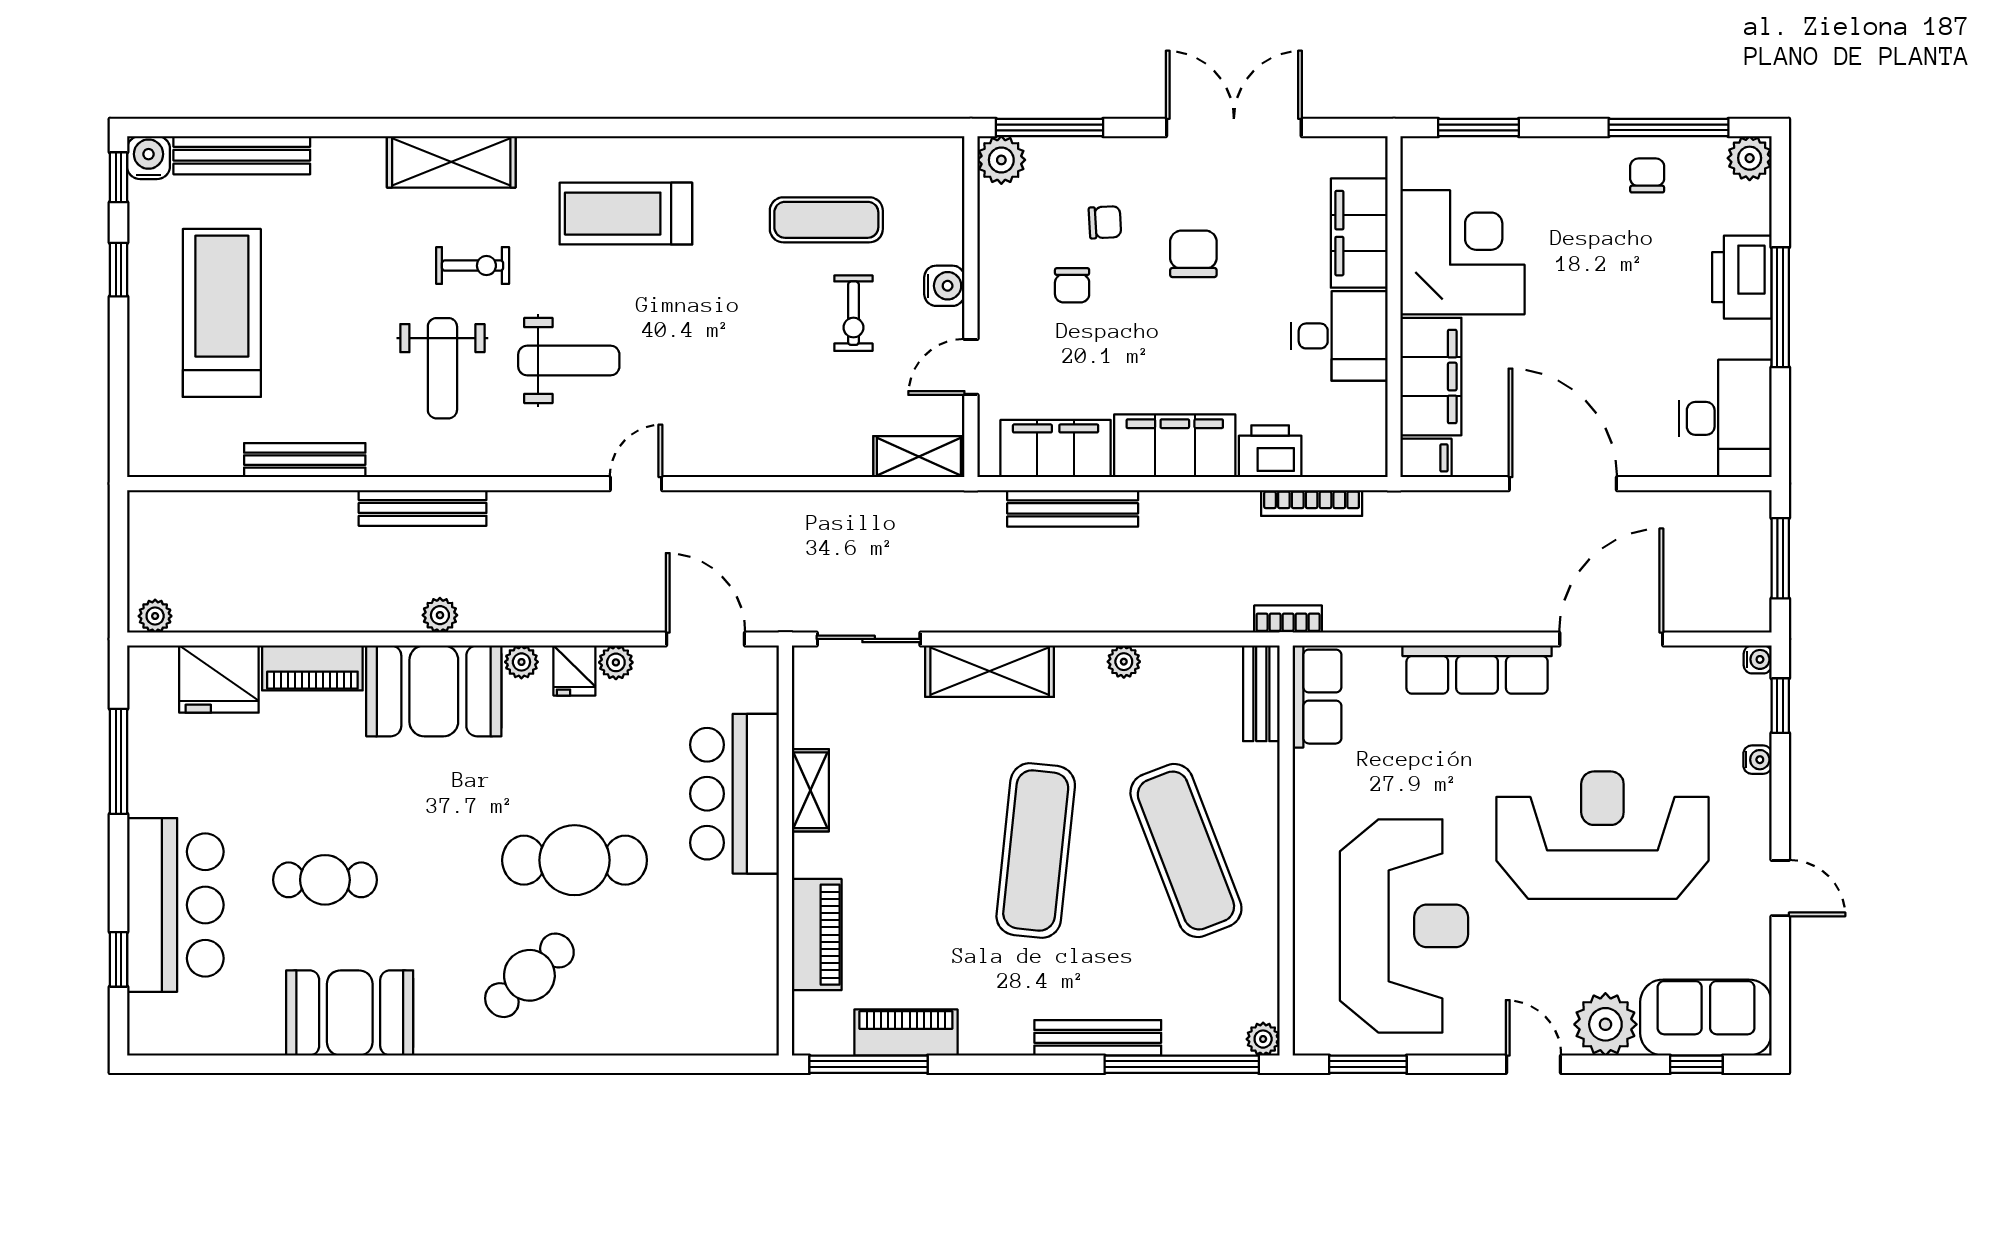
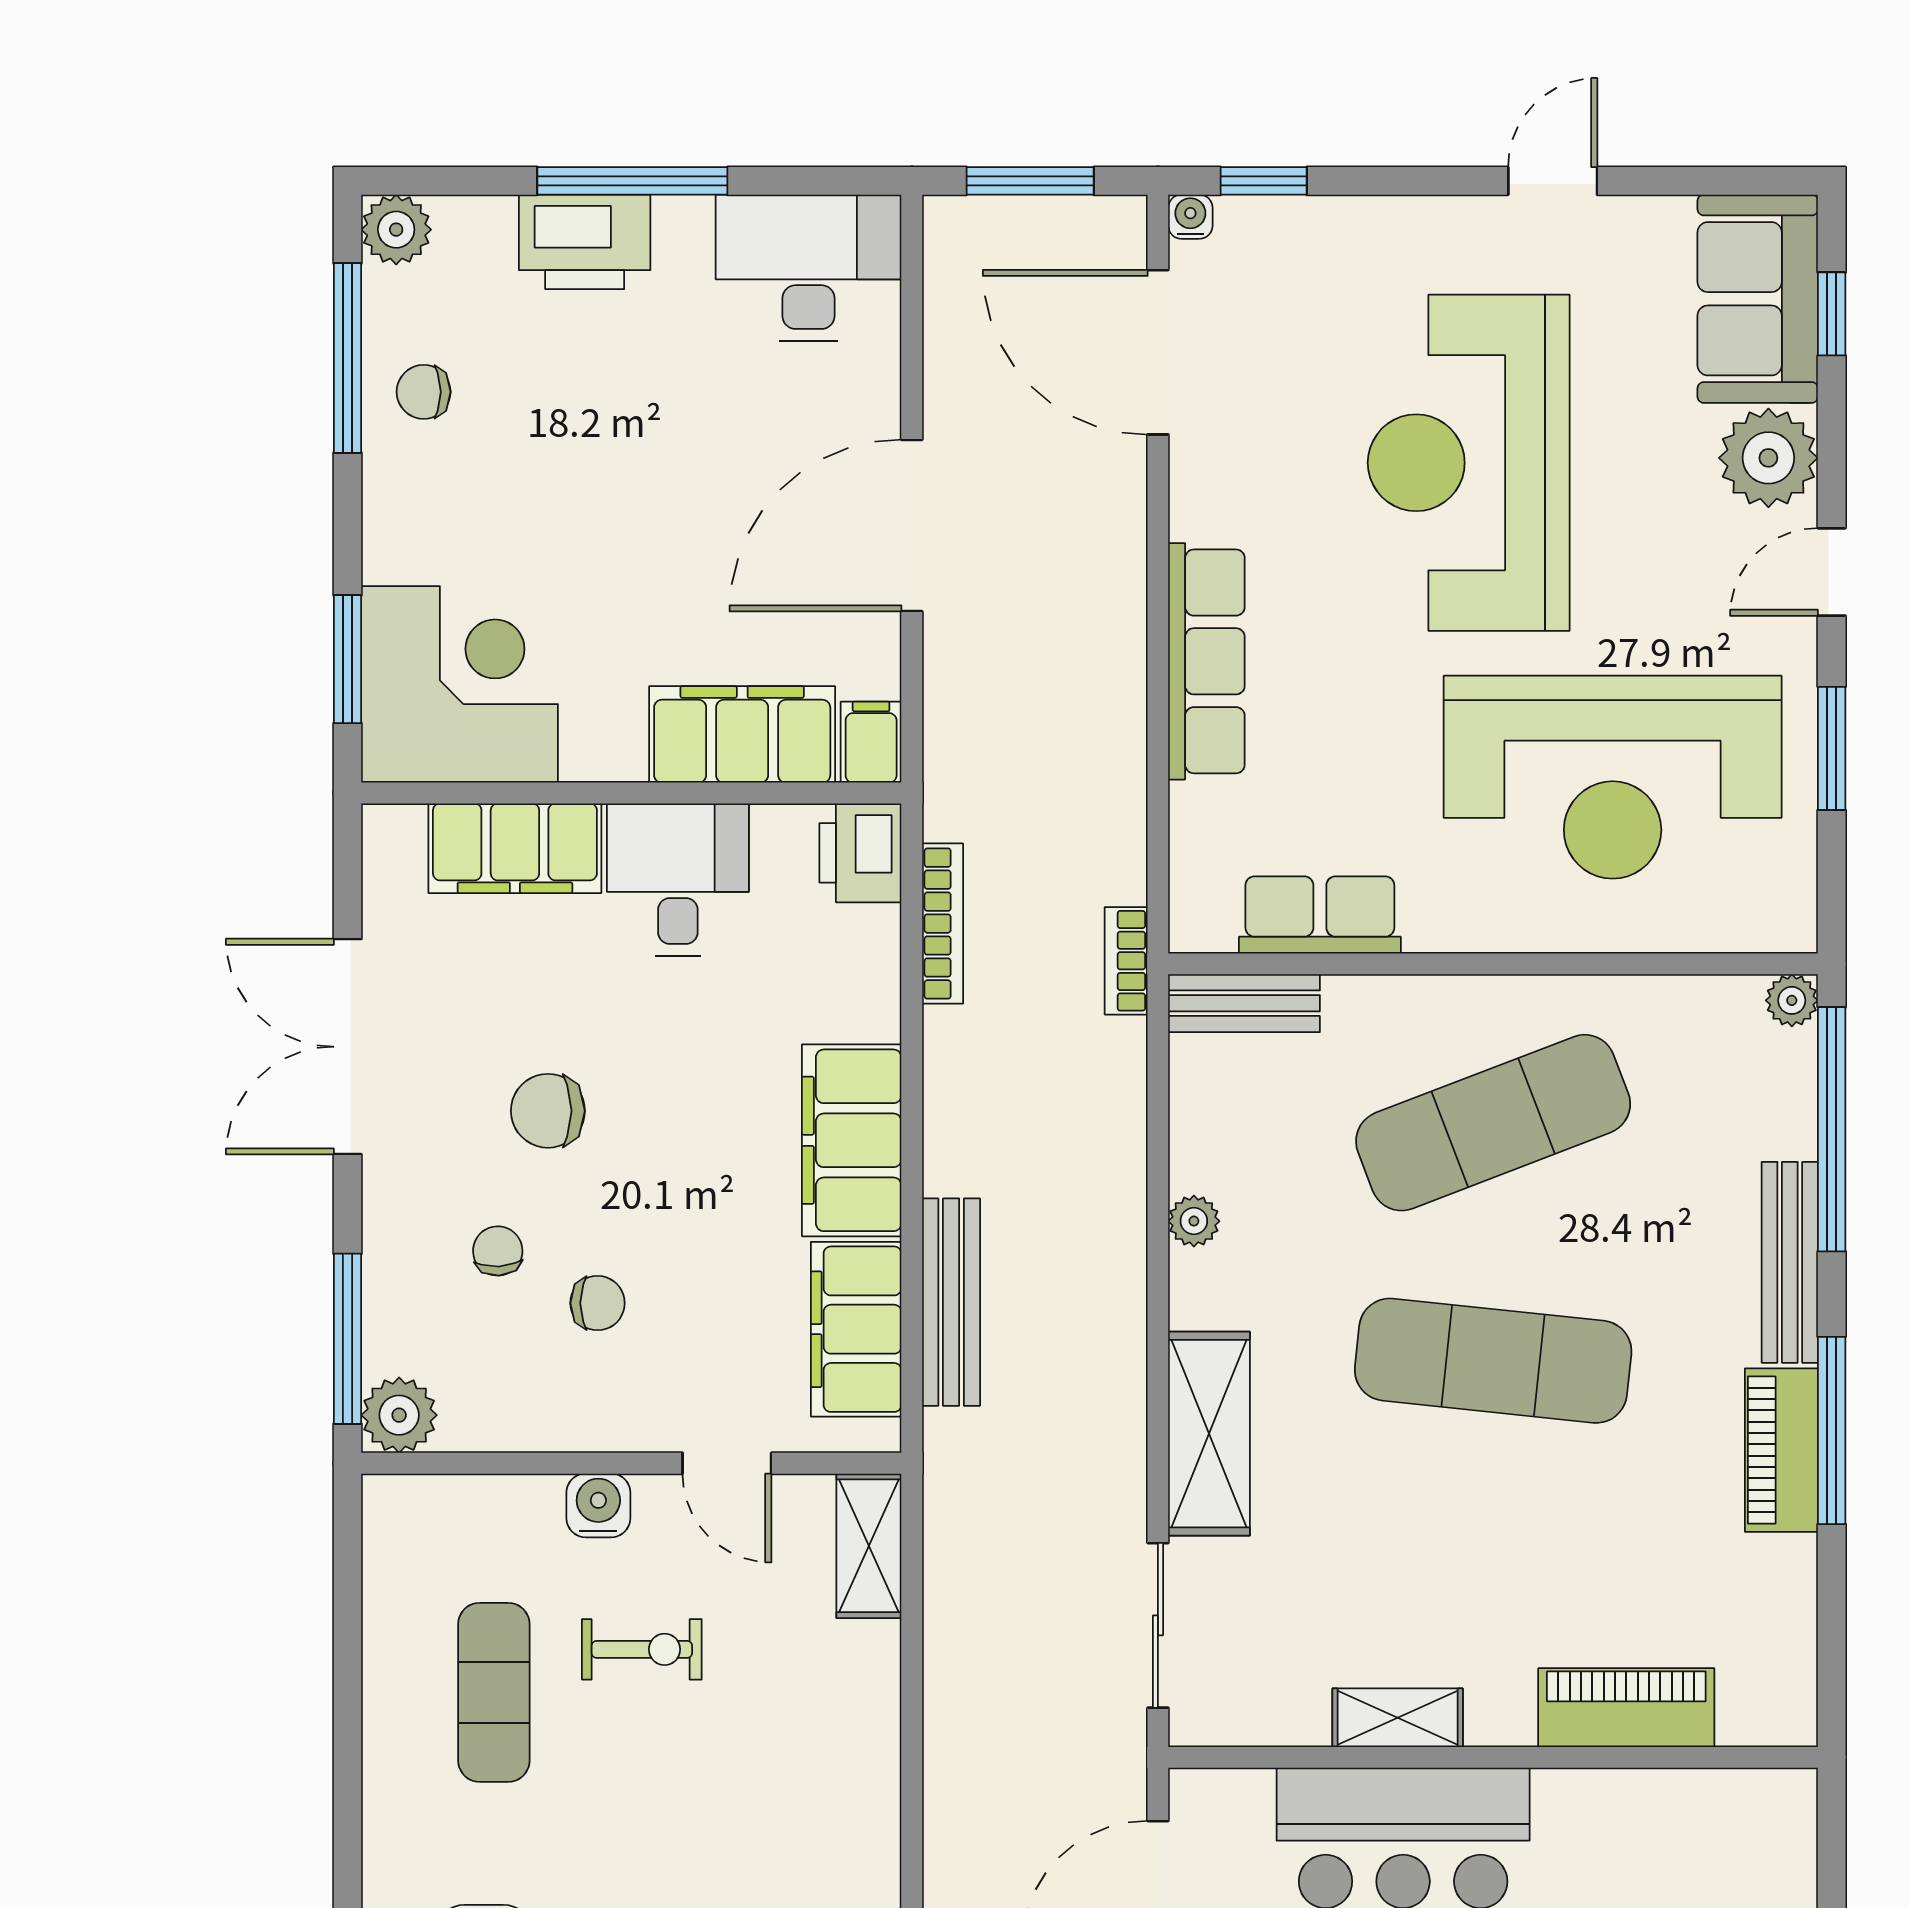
corner desk: (1463, 252) -> (460, 684), moved, turned 90
printer: (1270, 451) -> (860, 853), moved
door: (1611, 639) -> (1158, 352), moved
row of seats: (1317, 697) -> (1320, 915), moved
water cooler: (1758, 760) -> (1349, 217), removed
reception desk: (1404, 926) -> (1613, 777), turned 180
piano: (906, 1032) -> (1781, 1450), moved
window: (869, 1064) -> (1832, 1430), moved
window: (1368, 1064) -> (1832, 748), moved

